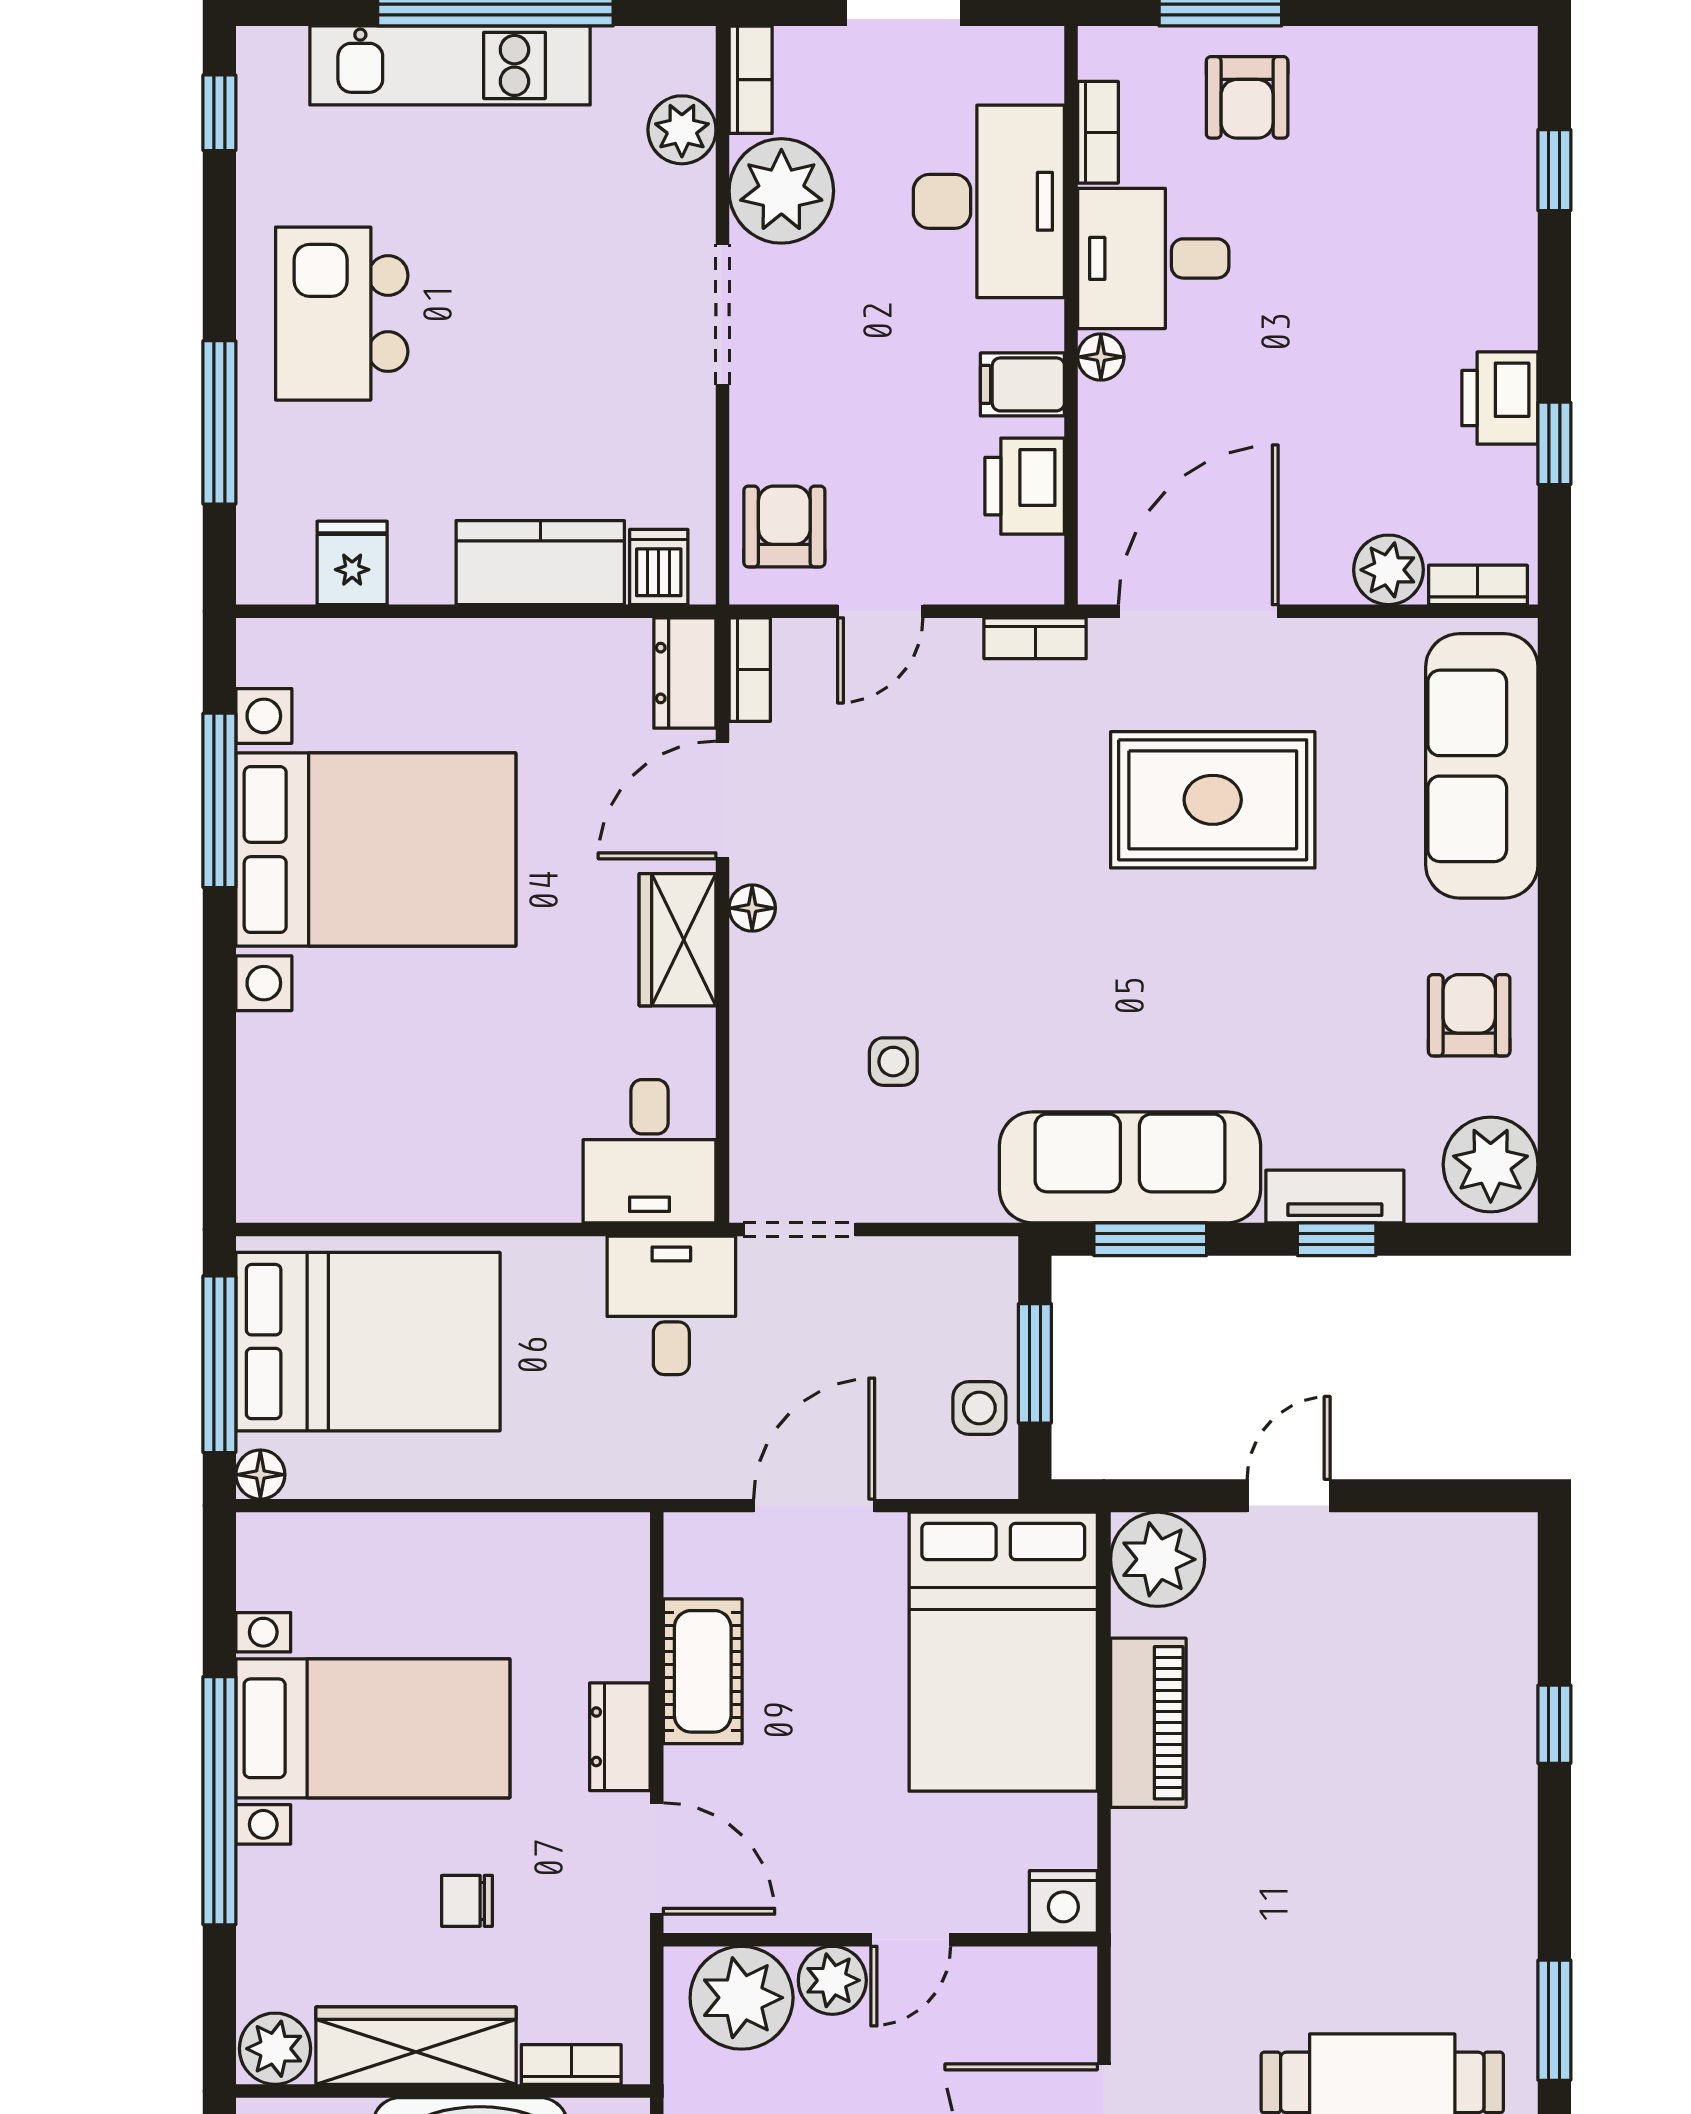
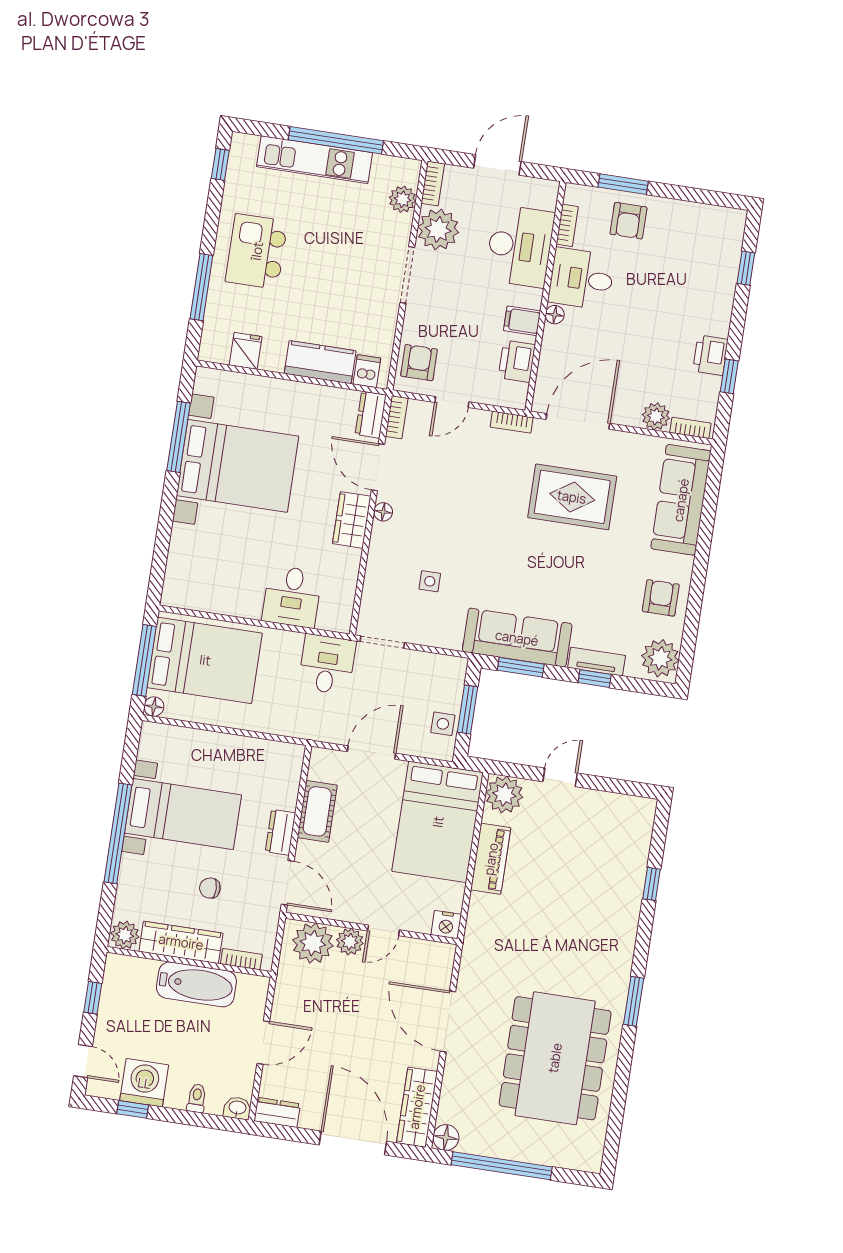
door: (722, 800) -> (378, 467), hinge flipped
desk: (649, 1151) -> (292, 597), moved

